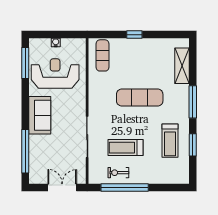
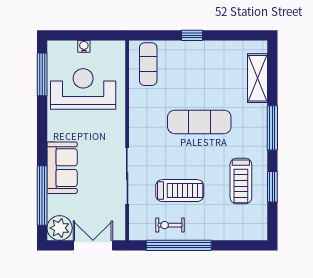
sofa: (40, 115) -> (62, 168), moved
treadmill: (125, 148) -> (180, 191), turned 180
plant: (38, 175) -> (60, 228), added

